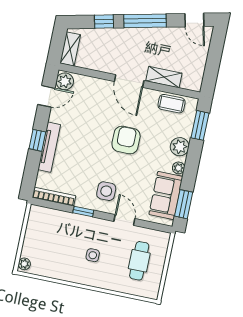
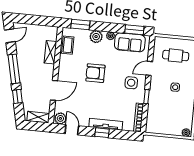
door: (129, 81) -> (54, 90), moved

